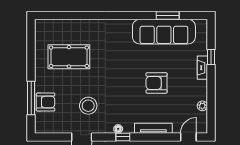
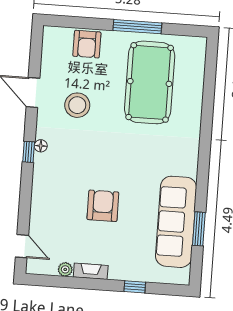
pool table: (69, 57) -> (150, 82), width x1.36, depth x1.32
fireplace: (202, 68) -> (91, 271), moved
window: (31, 98) -> (137, 27), moved
tv unit: (153, 128) -> (38, 196), removed

